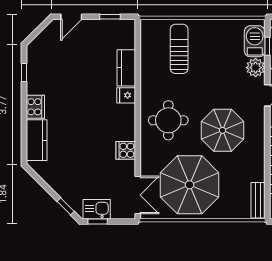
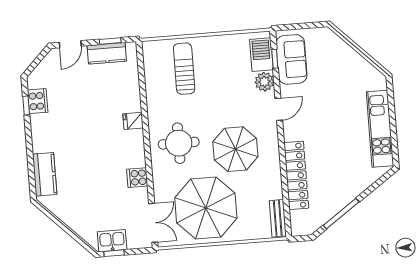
kitchen counter: (126, 68) -> (107, 53), moved, turned -90
cooker: (35, 107) -> (38, 101), moved
window: (66, 206) -> (80, 240), removed

